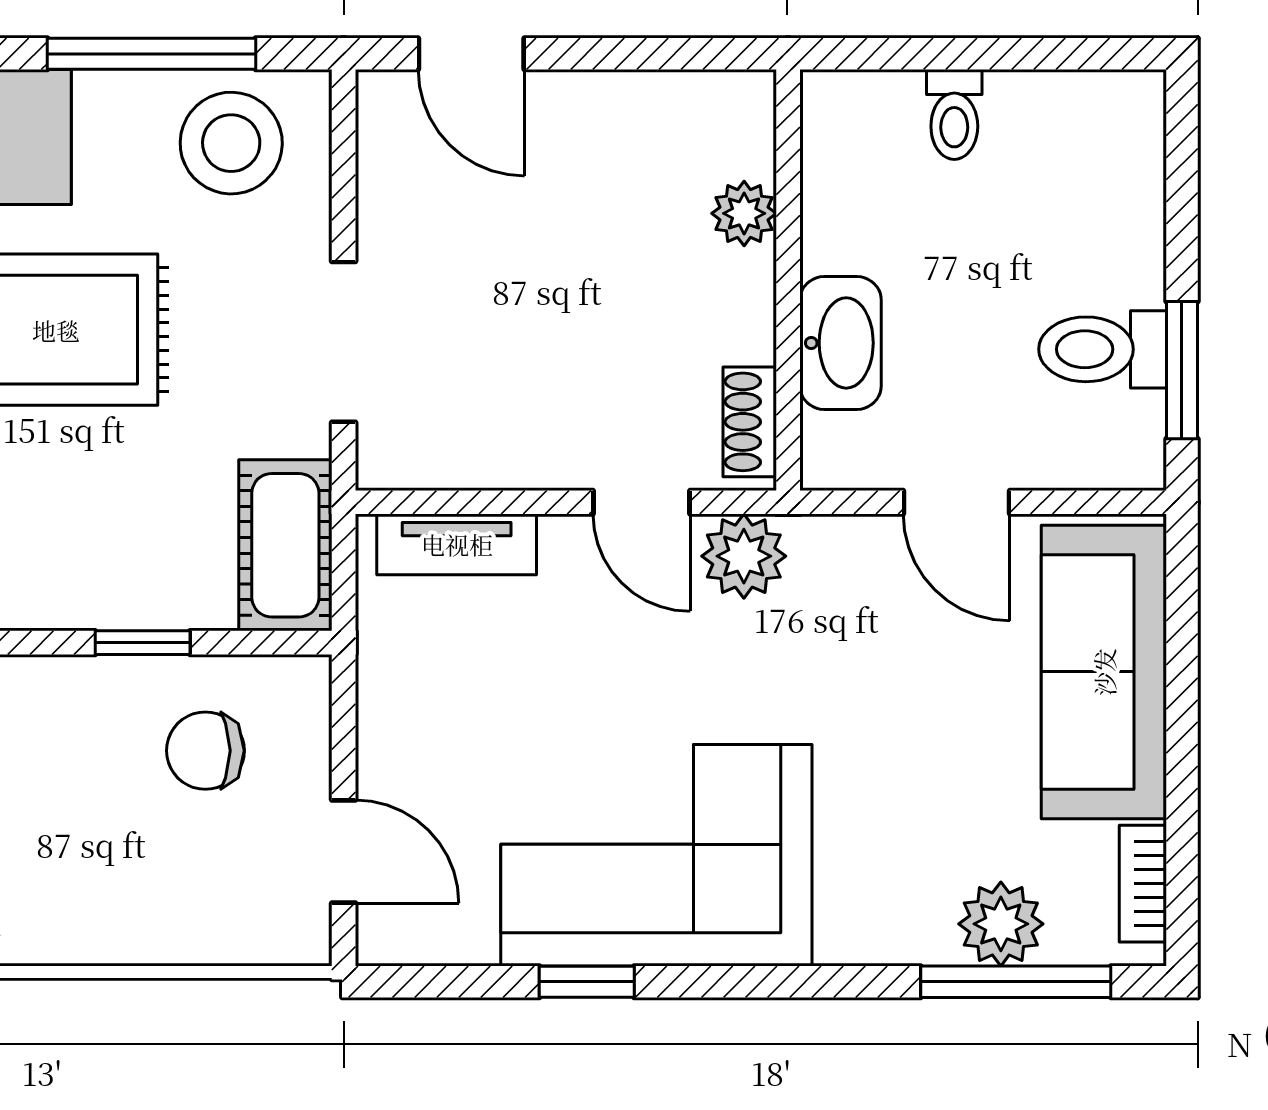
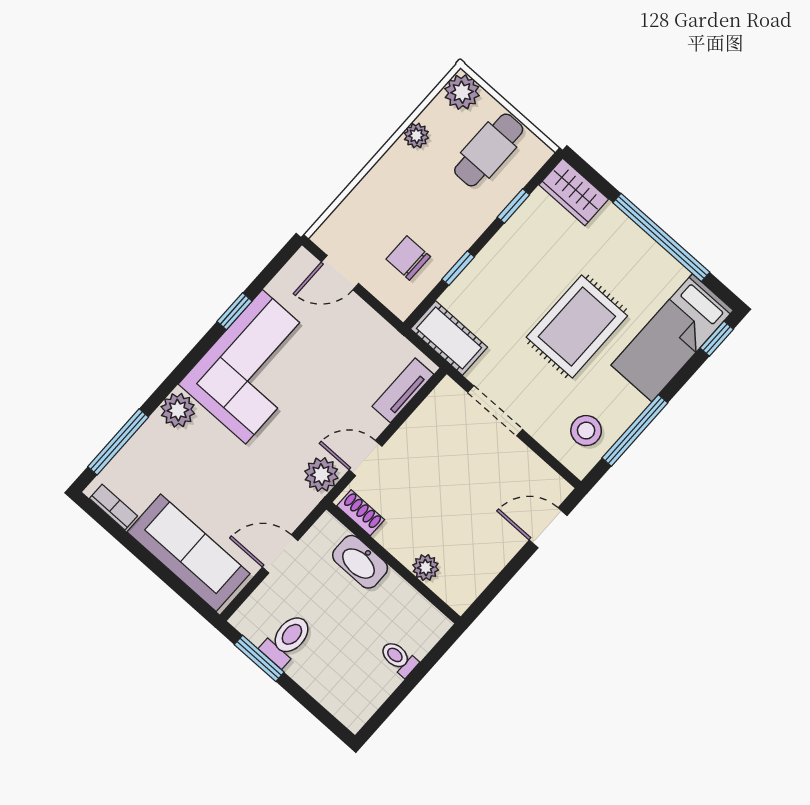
stool: (231, 143) -> (586, 431), width x0.73, depth x0.73
chair: (205, 751) -> (408, 258), turned -90
plant: (1001, 924) -> (178, 410), moved

